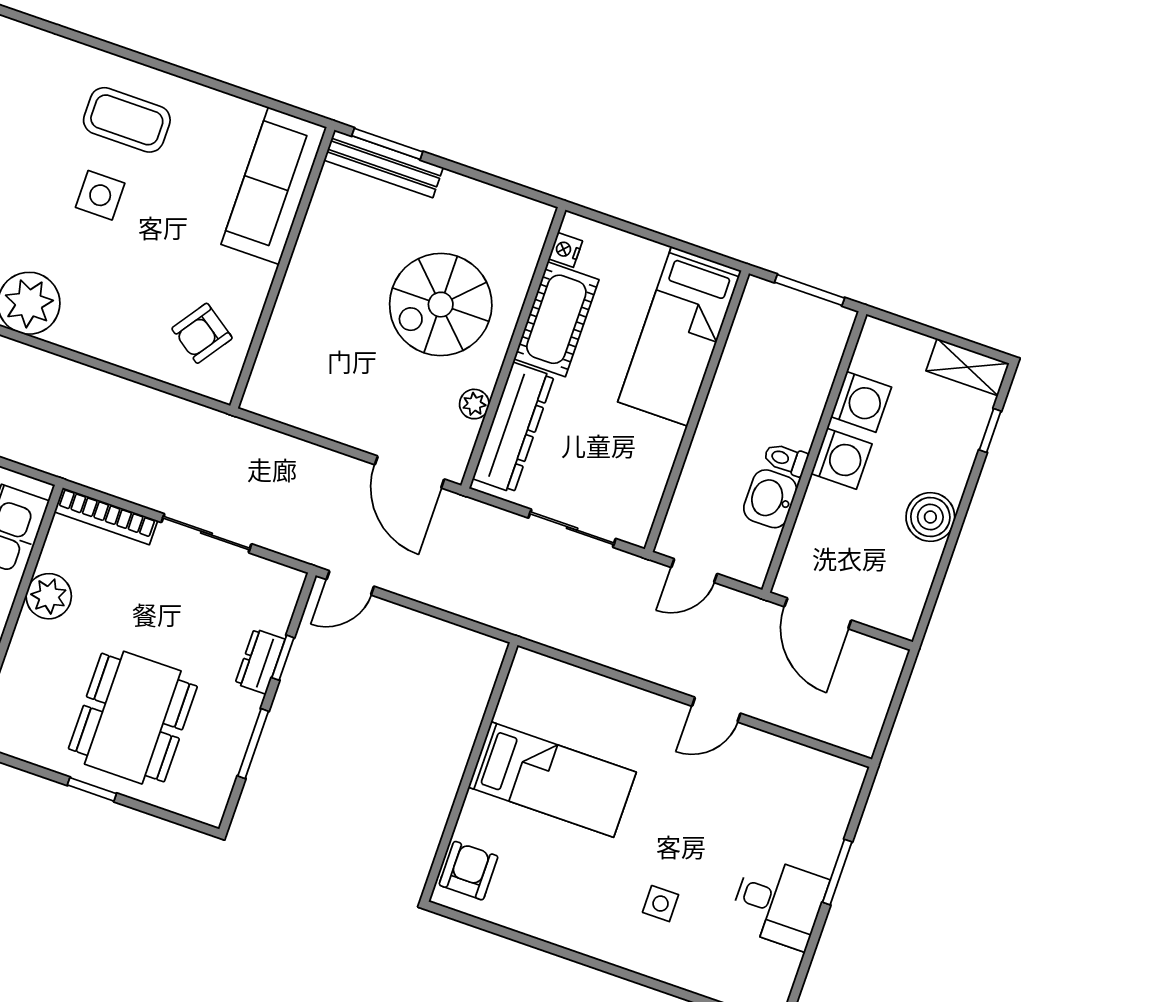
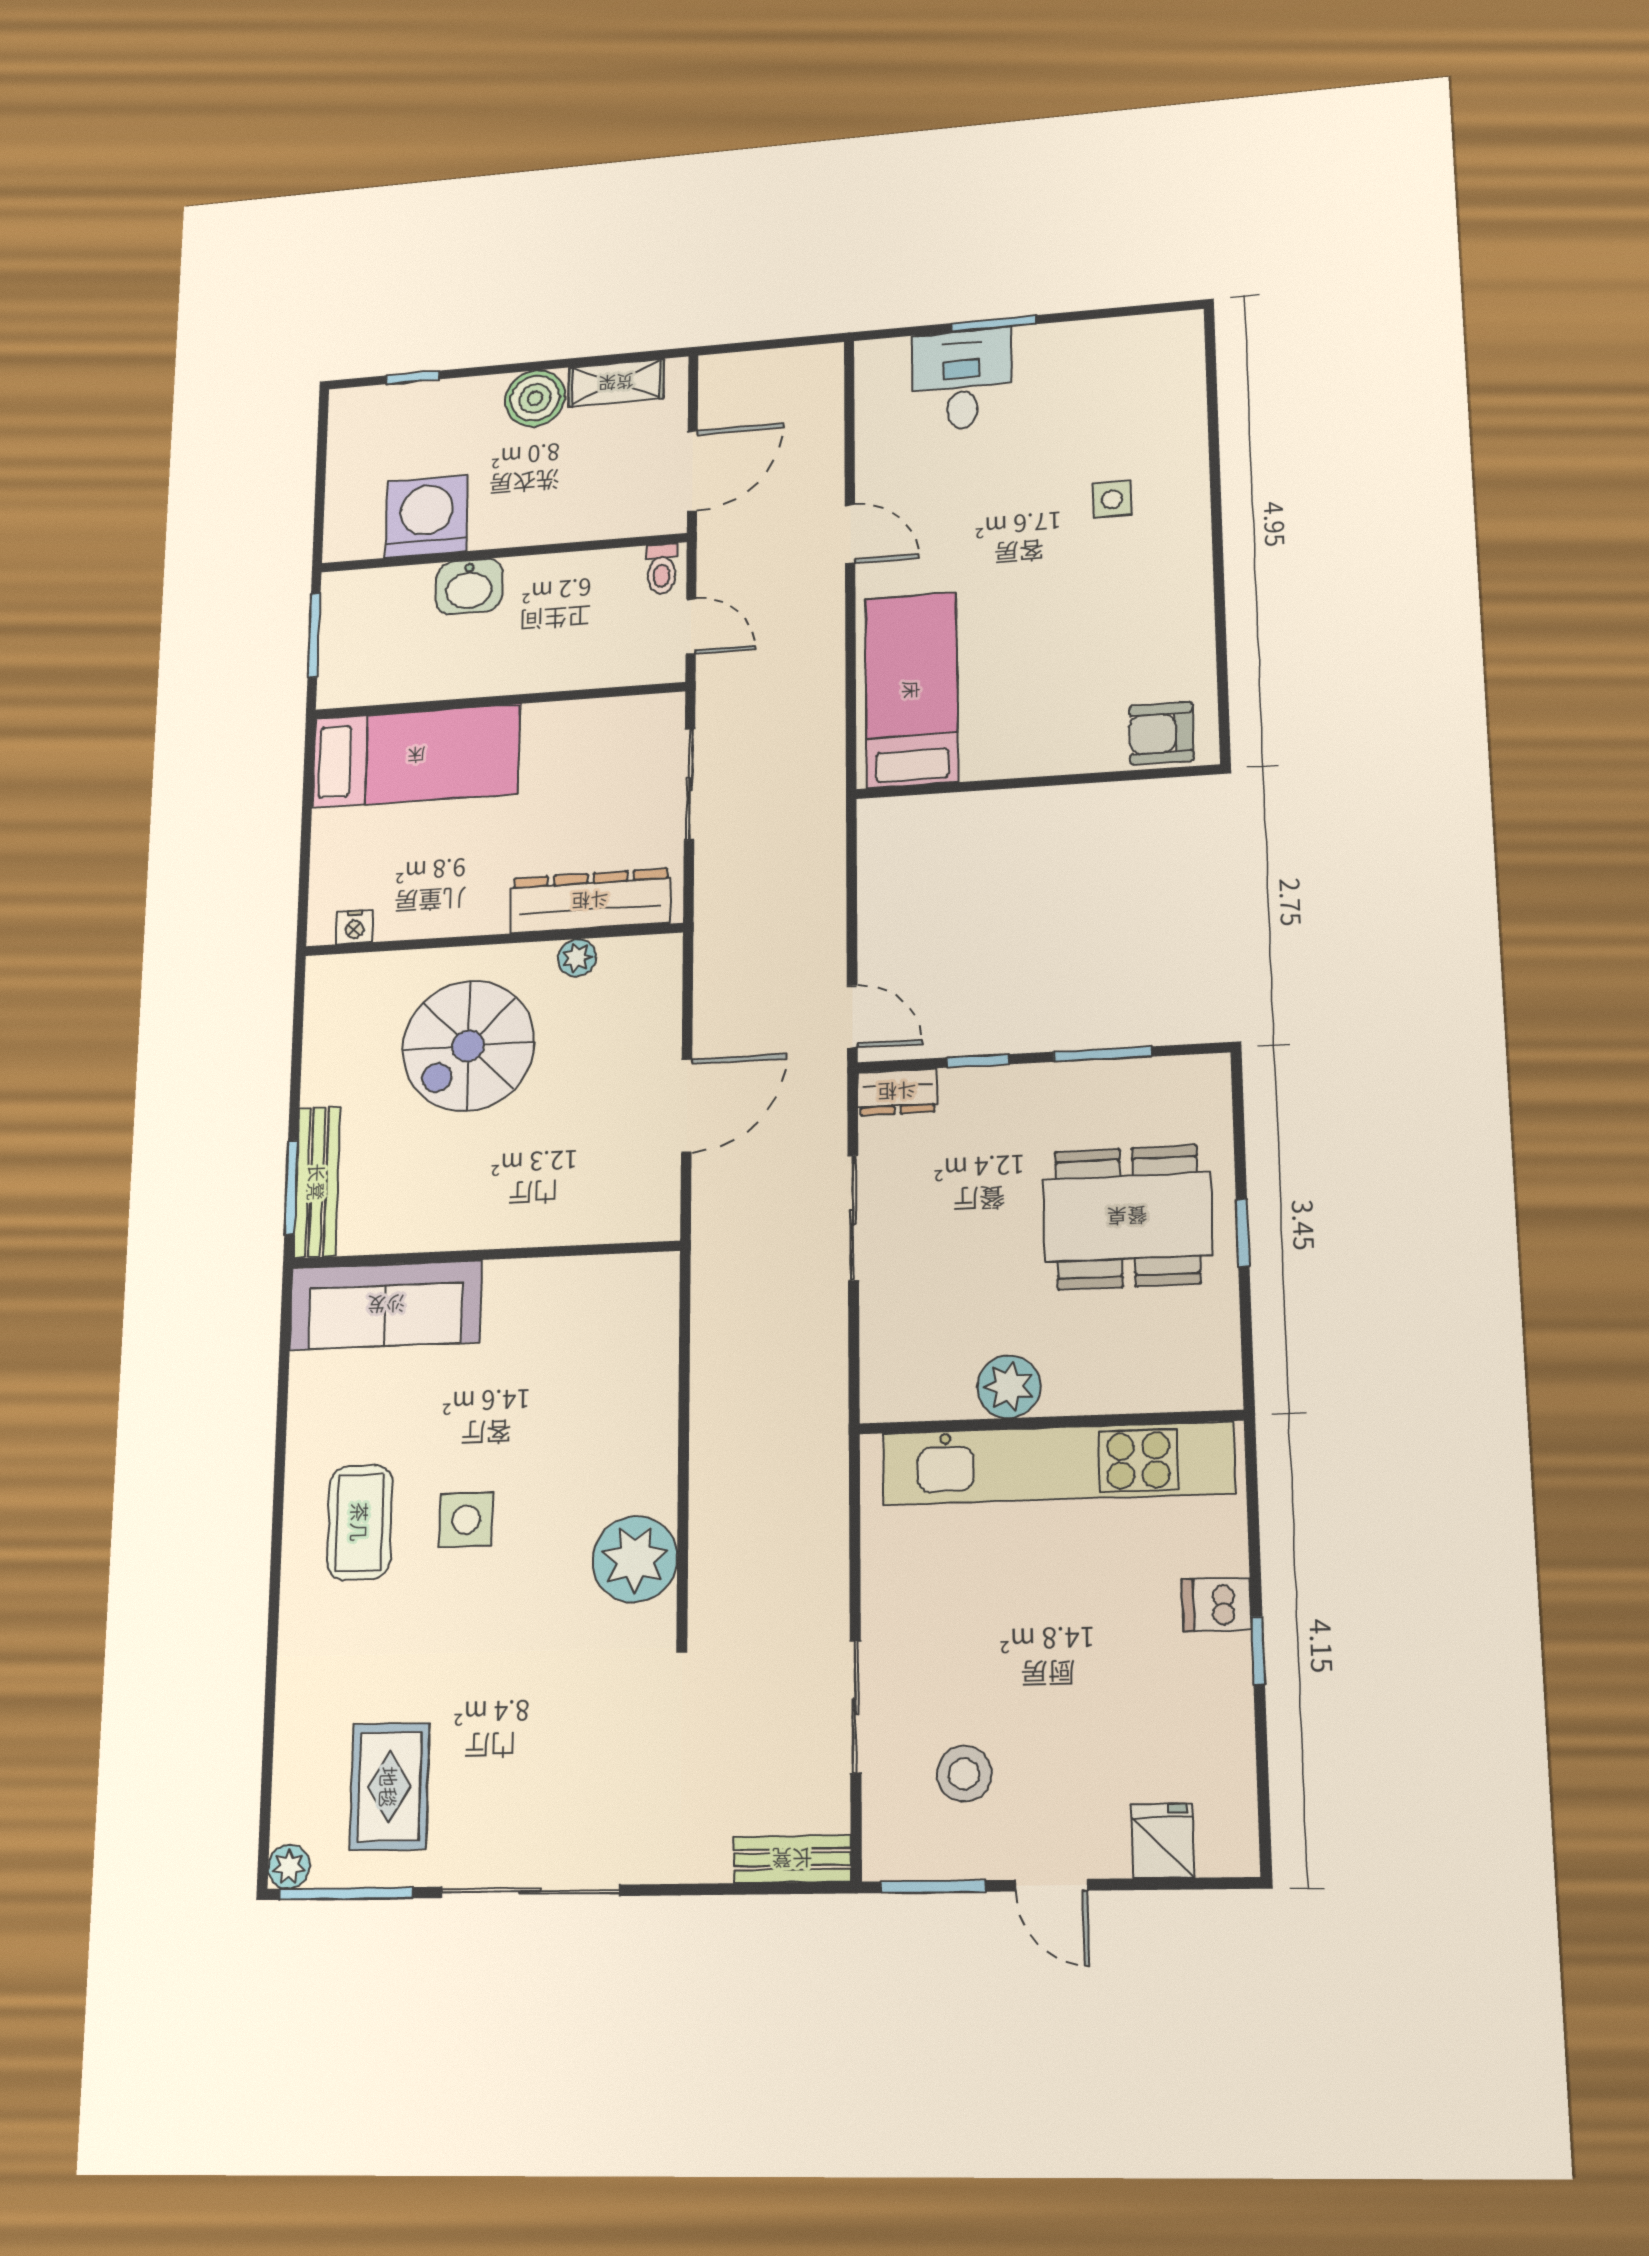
spiral stairs: (441, 305) -> (468, 1046), turned 90
cot: (556, 319) -> (442, 904), removed
armchair: (202, 333) -> (600, 1322), removed
shelving: (968, 367) -> (616, 383), moved, turned 90
washing machine: (861, 402) -> (427, 516), width x1.37, depth x1.37
toilet: (786, 459) -> (662, 569), moved
washing machine: (842, 459) -> (500, 520), removed
door: (409, 472) -> (687, 1106), moved
washbasin: (770, 499) -> (469, 587), moved
bookcase: (106, 516) -> (877, 1353), removed
dresser: (260, 661) -> (897, 1092), moved
bed: (552, 780) -> (912, 690), moved
desk: (779, 903) -> (962, 380), moved

